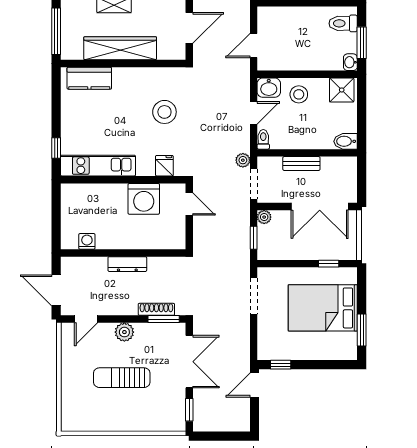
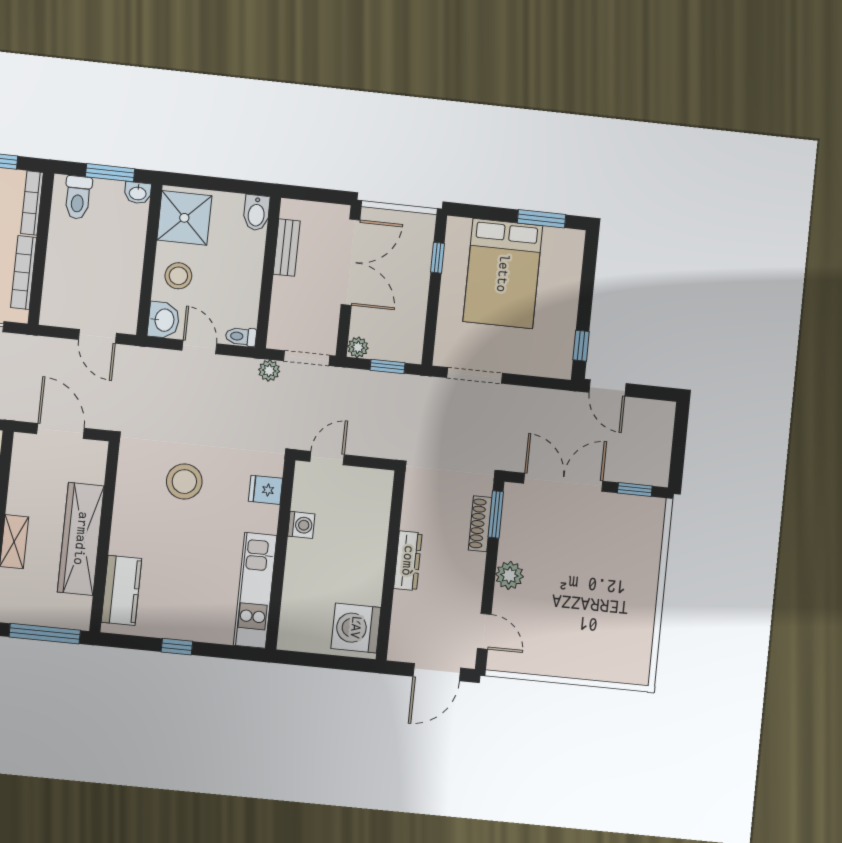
shower: (342, 90) -> (184, 218), width x1.36, depth x1.36
window: (56, 148) -> (177, 647), moved
bench: (301, 164) -> (287, 248), moved
washing machine: (144, 199) -> (301, 525), width x0.53, depth x0.53
washing machine: (87, 241) -> (356, 628), width x1.89, depth x1.89
sun lounger: (122, 378) -> (577, 586), removed

